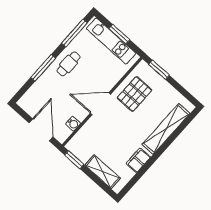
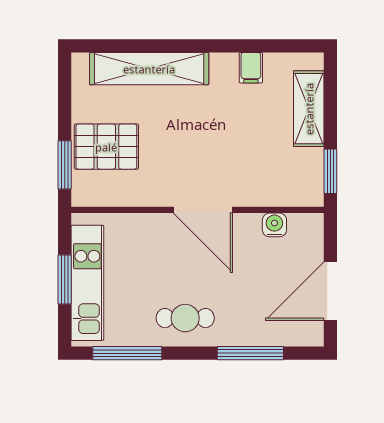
window: (43, 68) -> (250, 353), moved
pallet: (134, 94) -> (106, 147), moved
door: (41, 130) -> (330, 291), moved
filing cabinet: (138, 160) -> (251, 68), width x0.50

